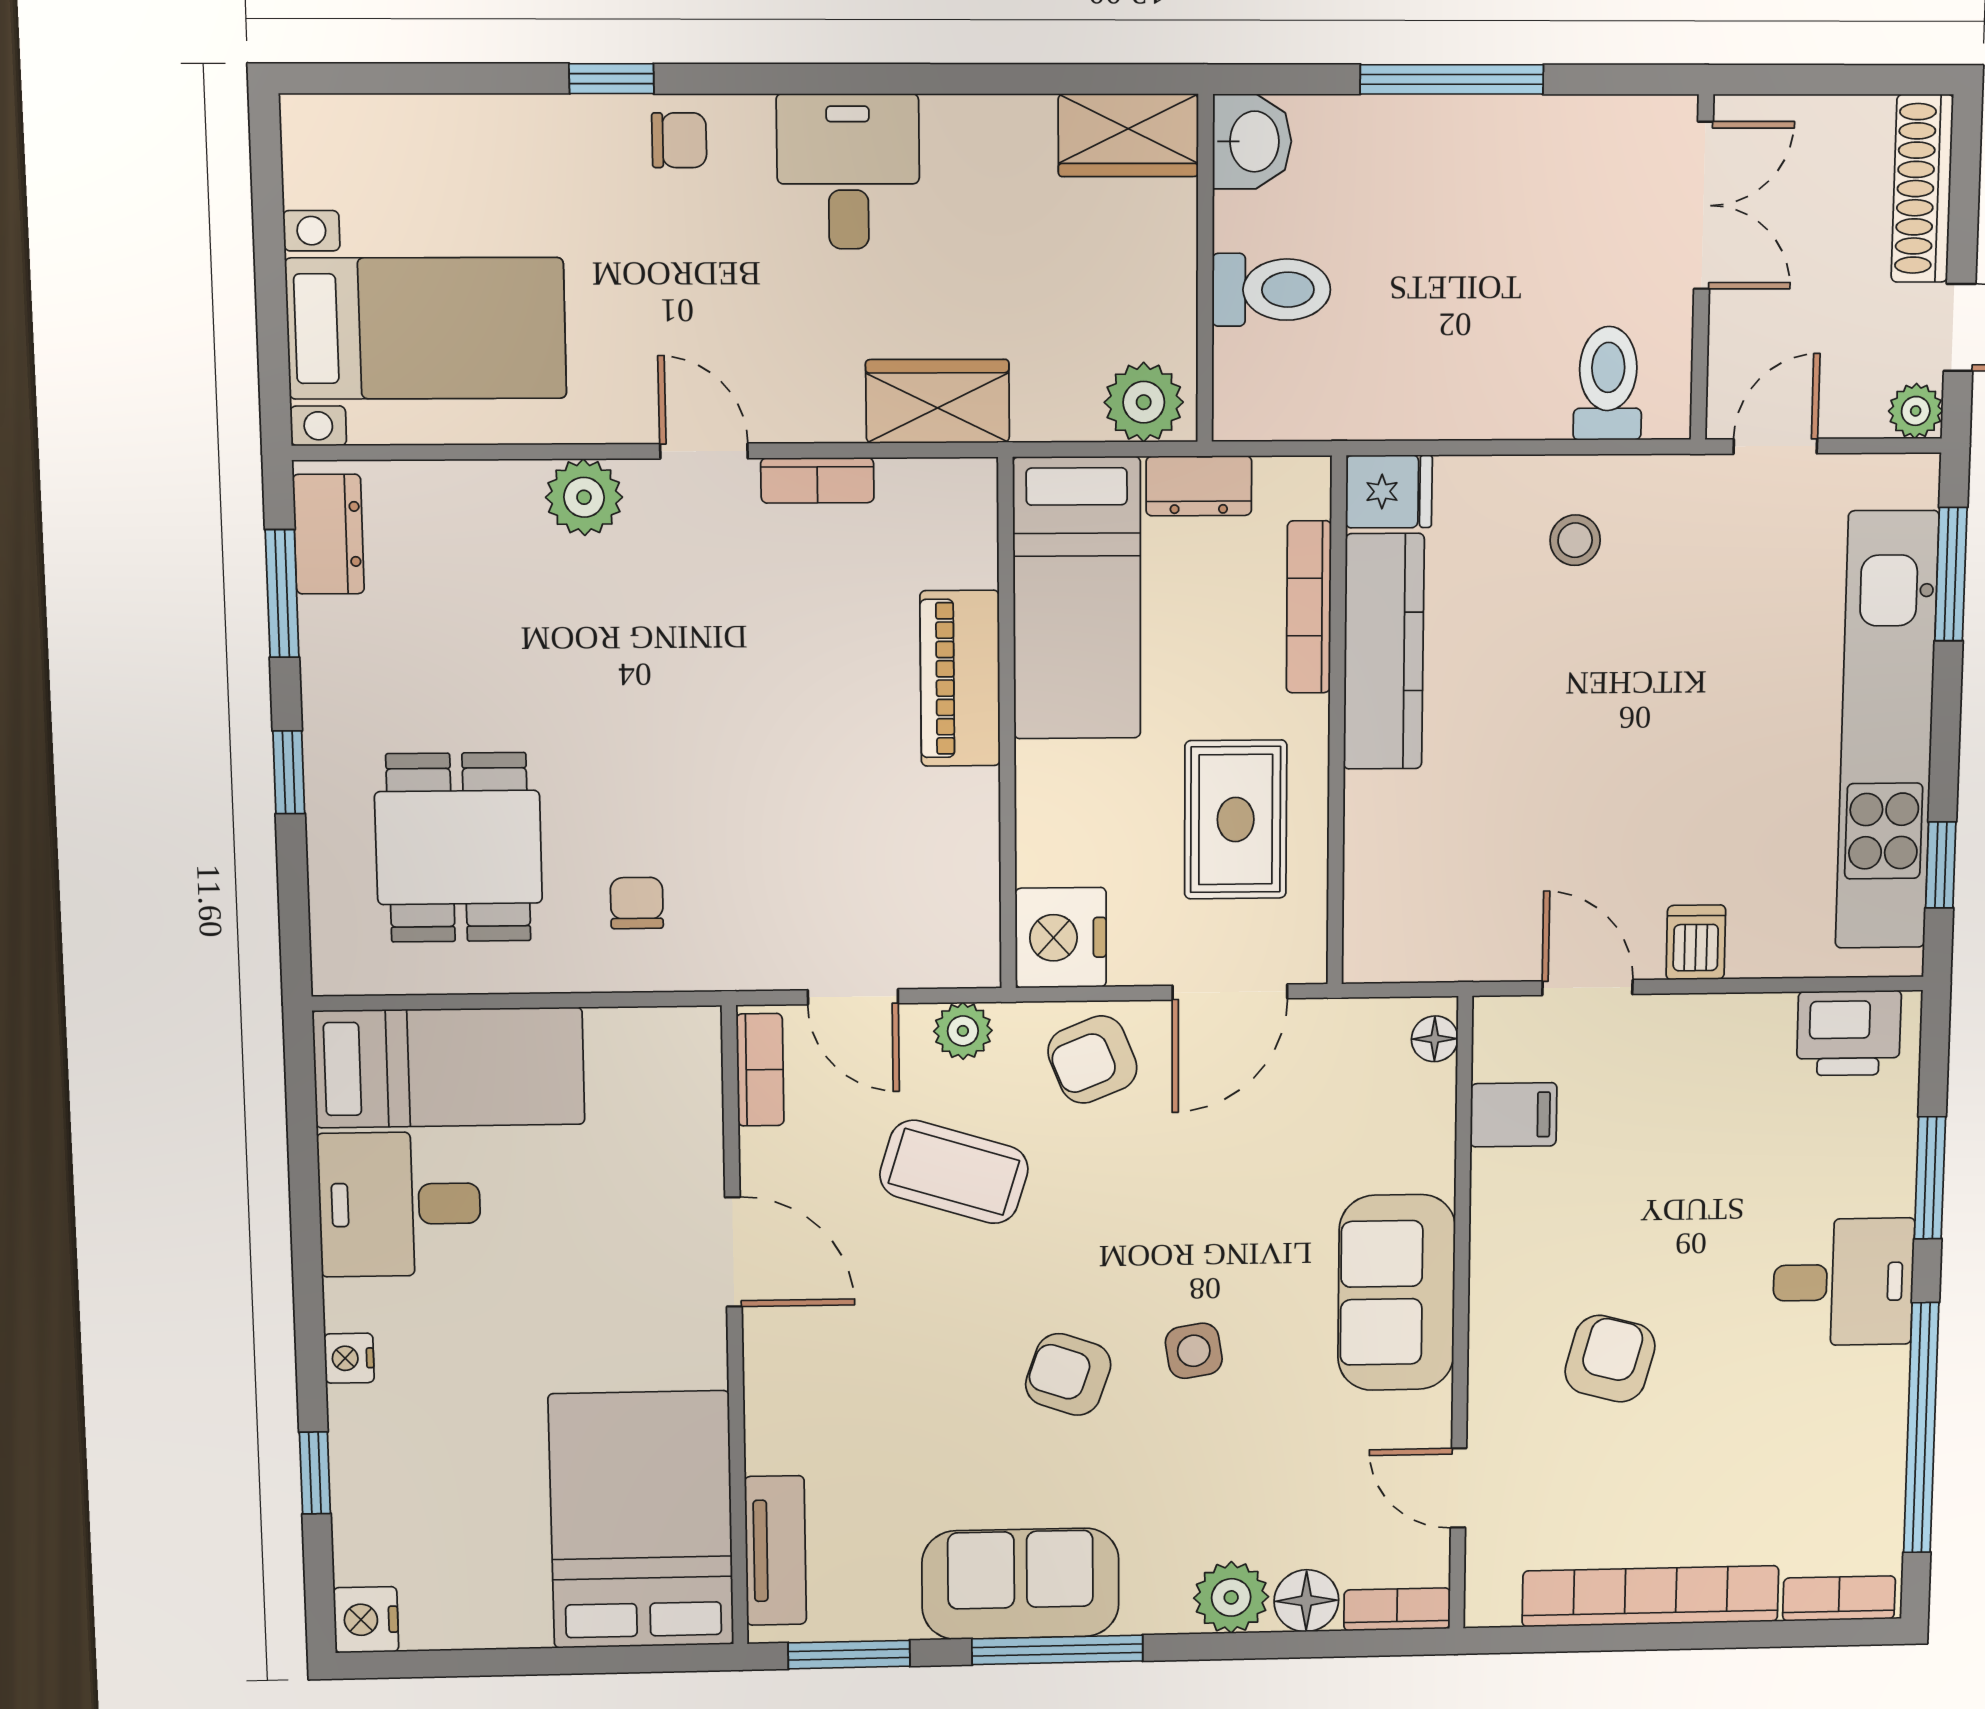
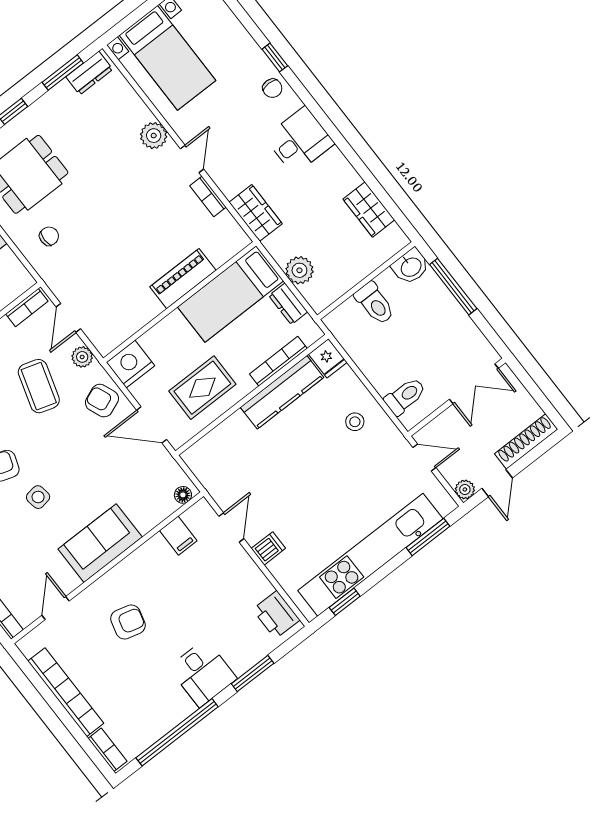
washbasin: (1252, 141) -> (411, 267), moved
wall: (1205, 269) -> (366, 281), moved
toilet: (1271, 290) -> (375, 303), moved

